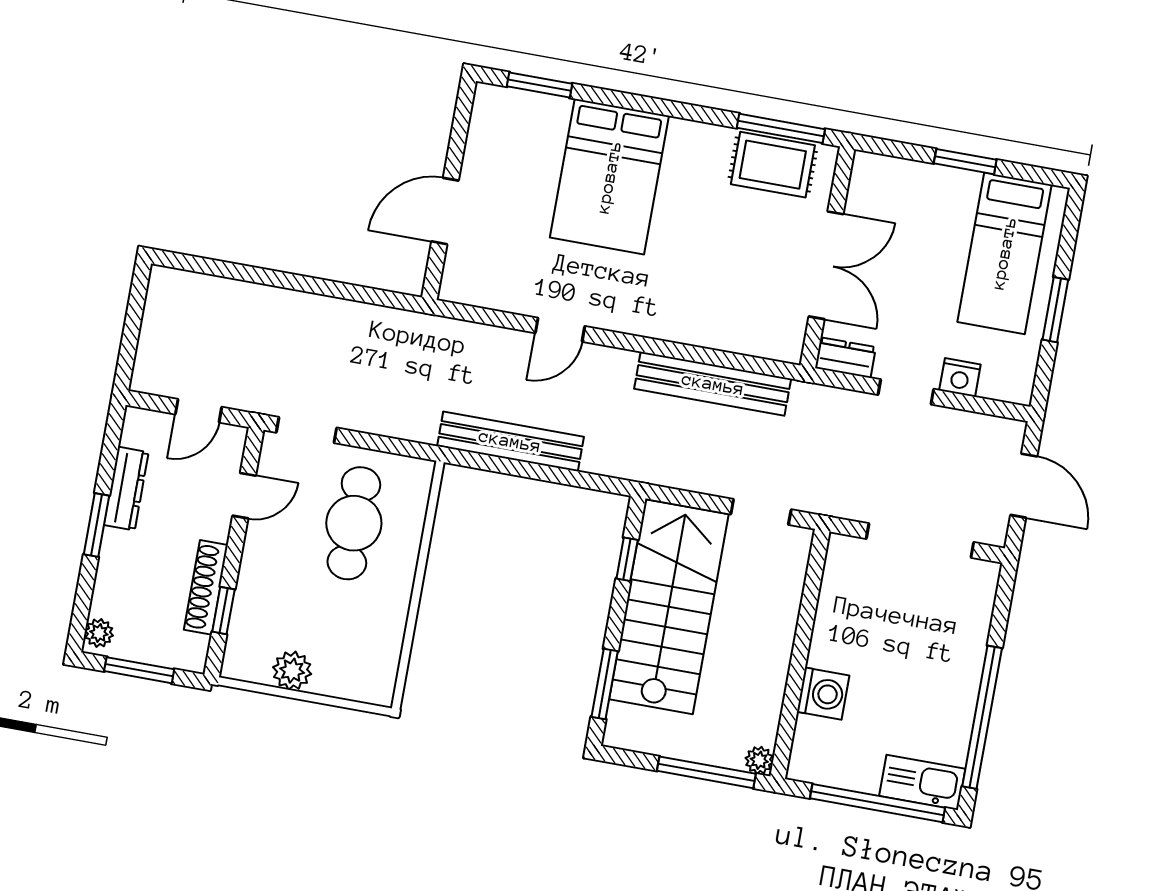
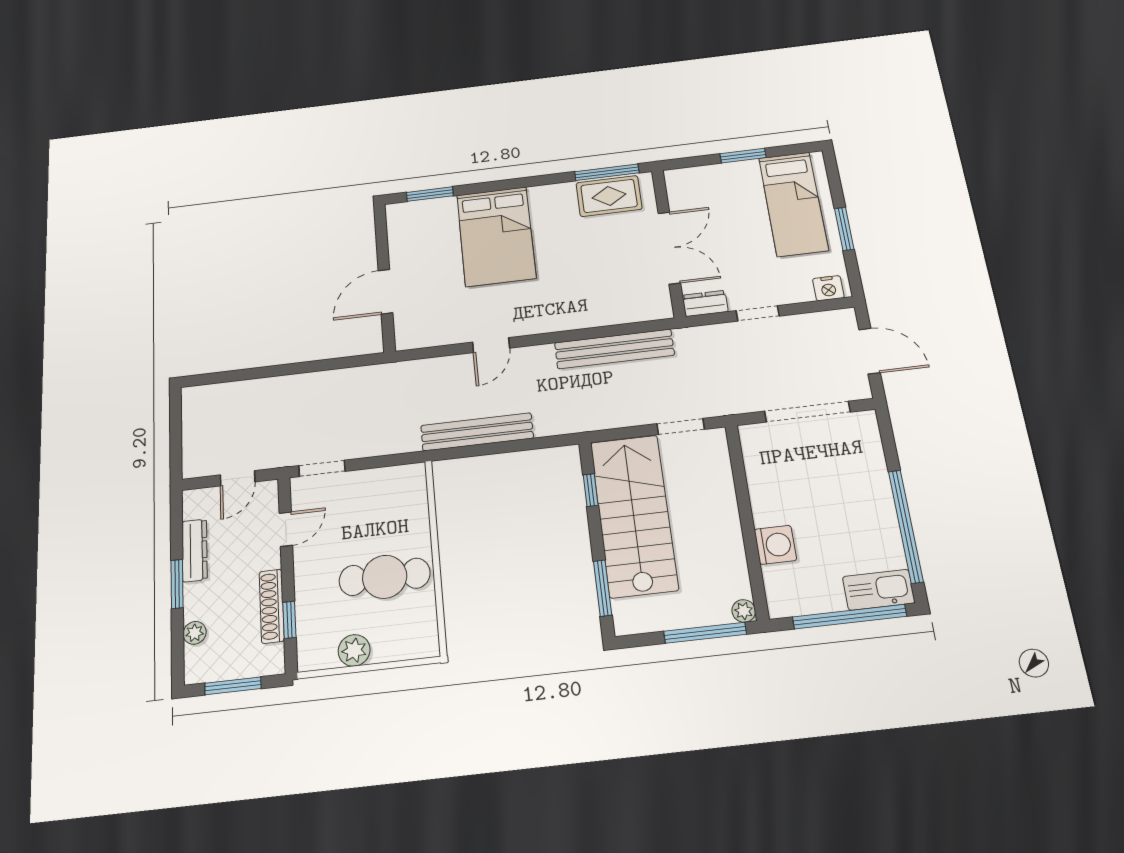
nightstand: (960, 377) -> (828, 288), moved
cafe table: (354, 523) -> (385, 577), moved, turned 90
plant: (99, 633) -> (195, 633), moved

